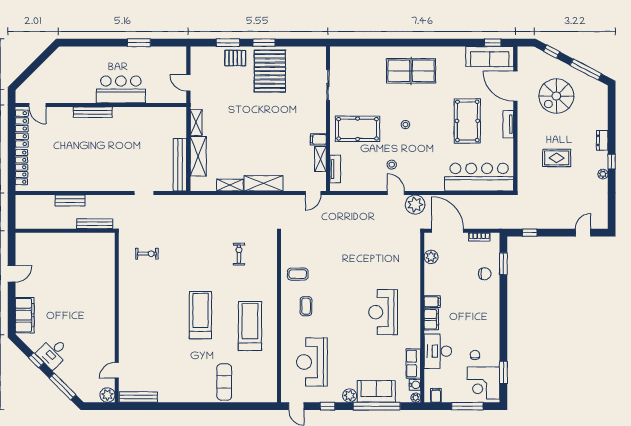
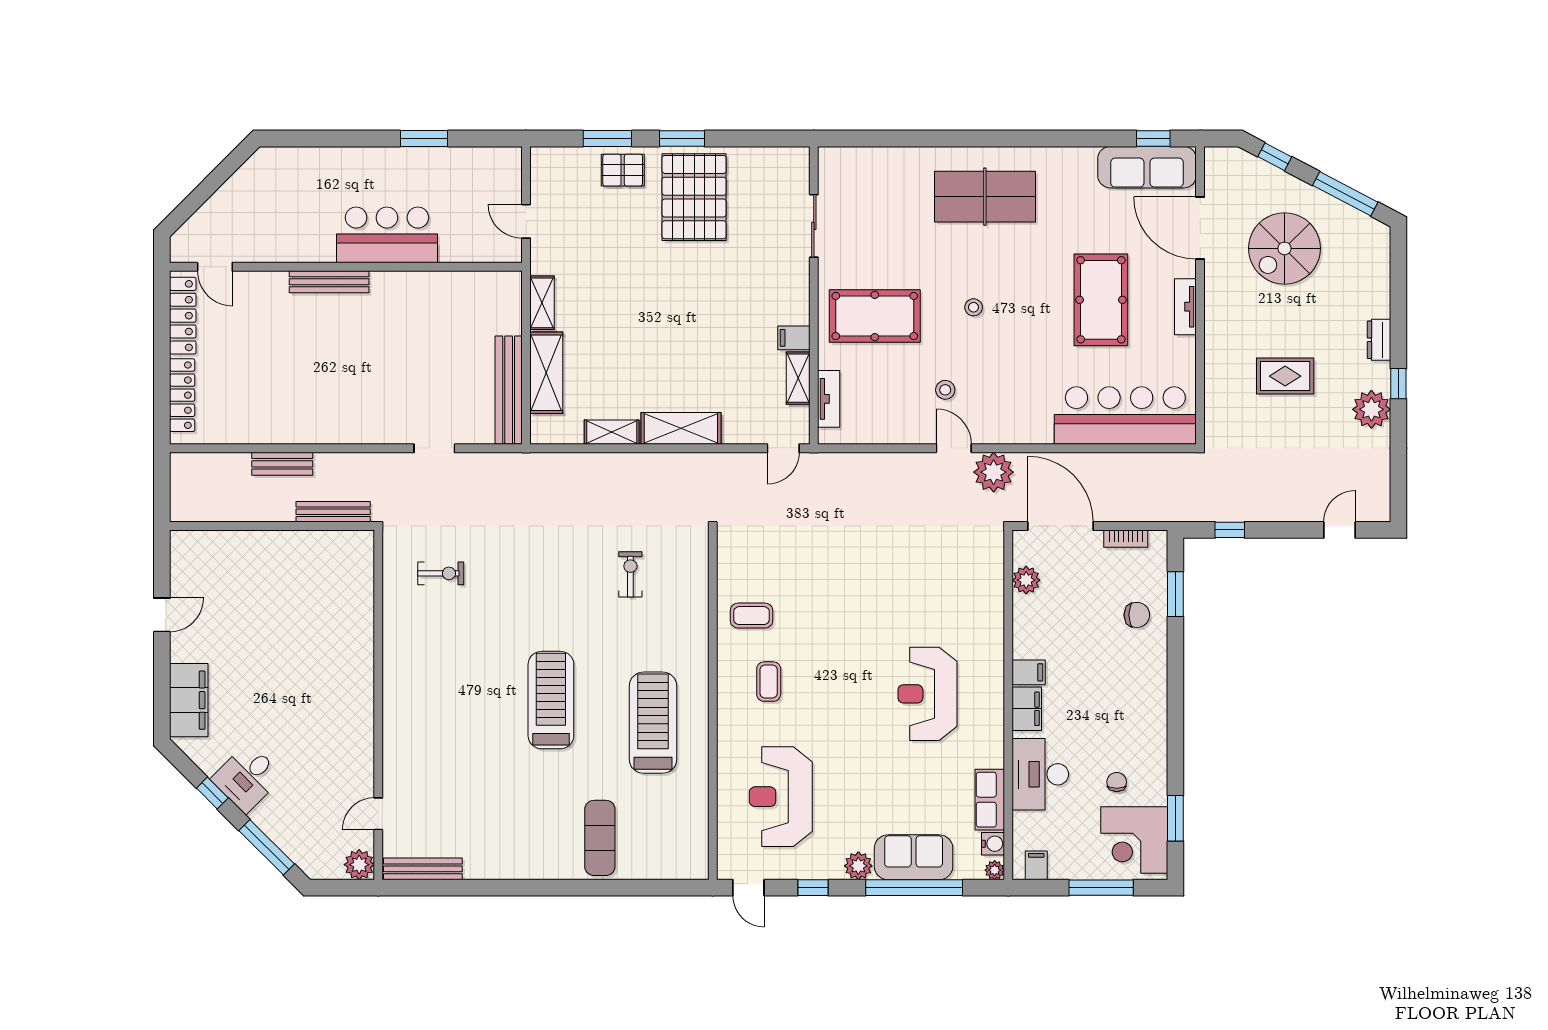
plant: (603, 174) -> (1371, 409), width x1.88, depth x1.88

